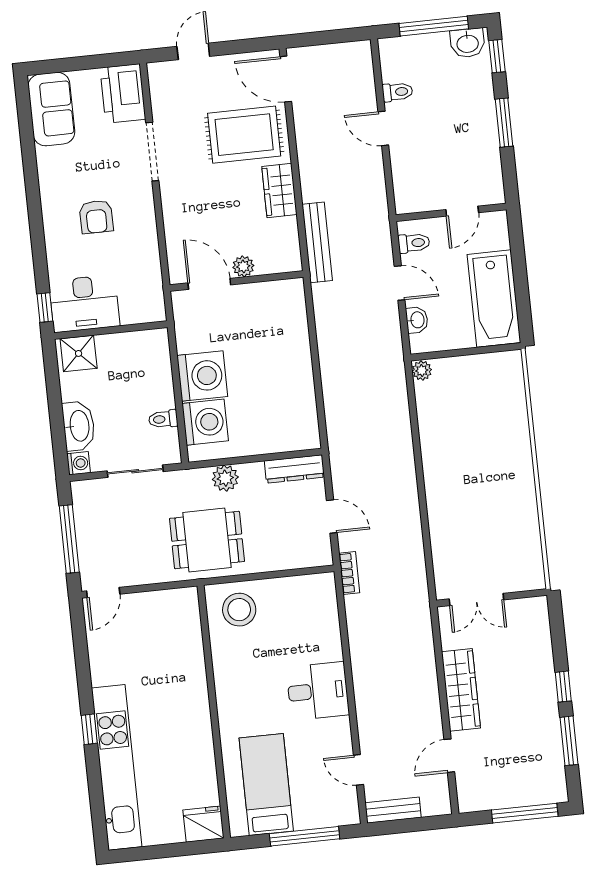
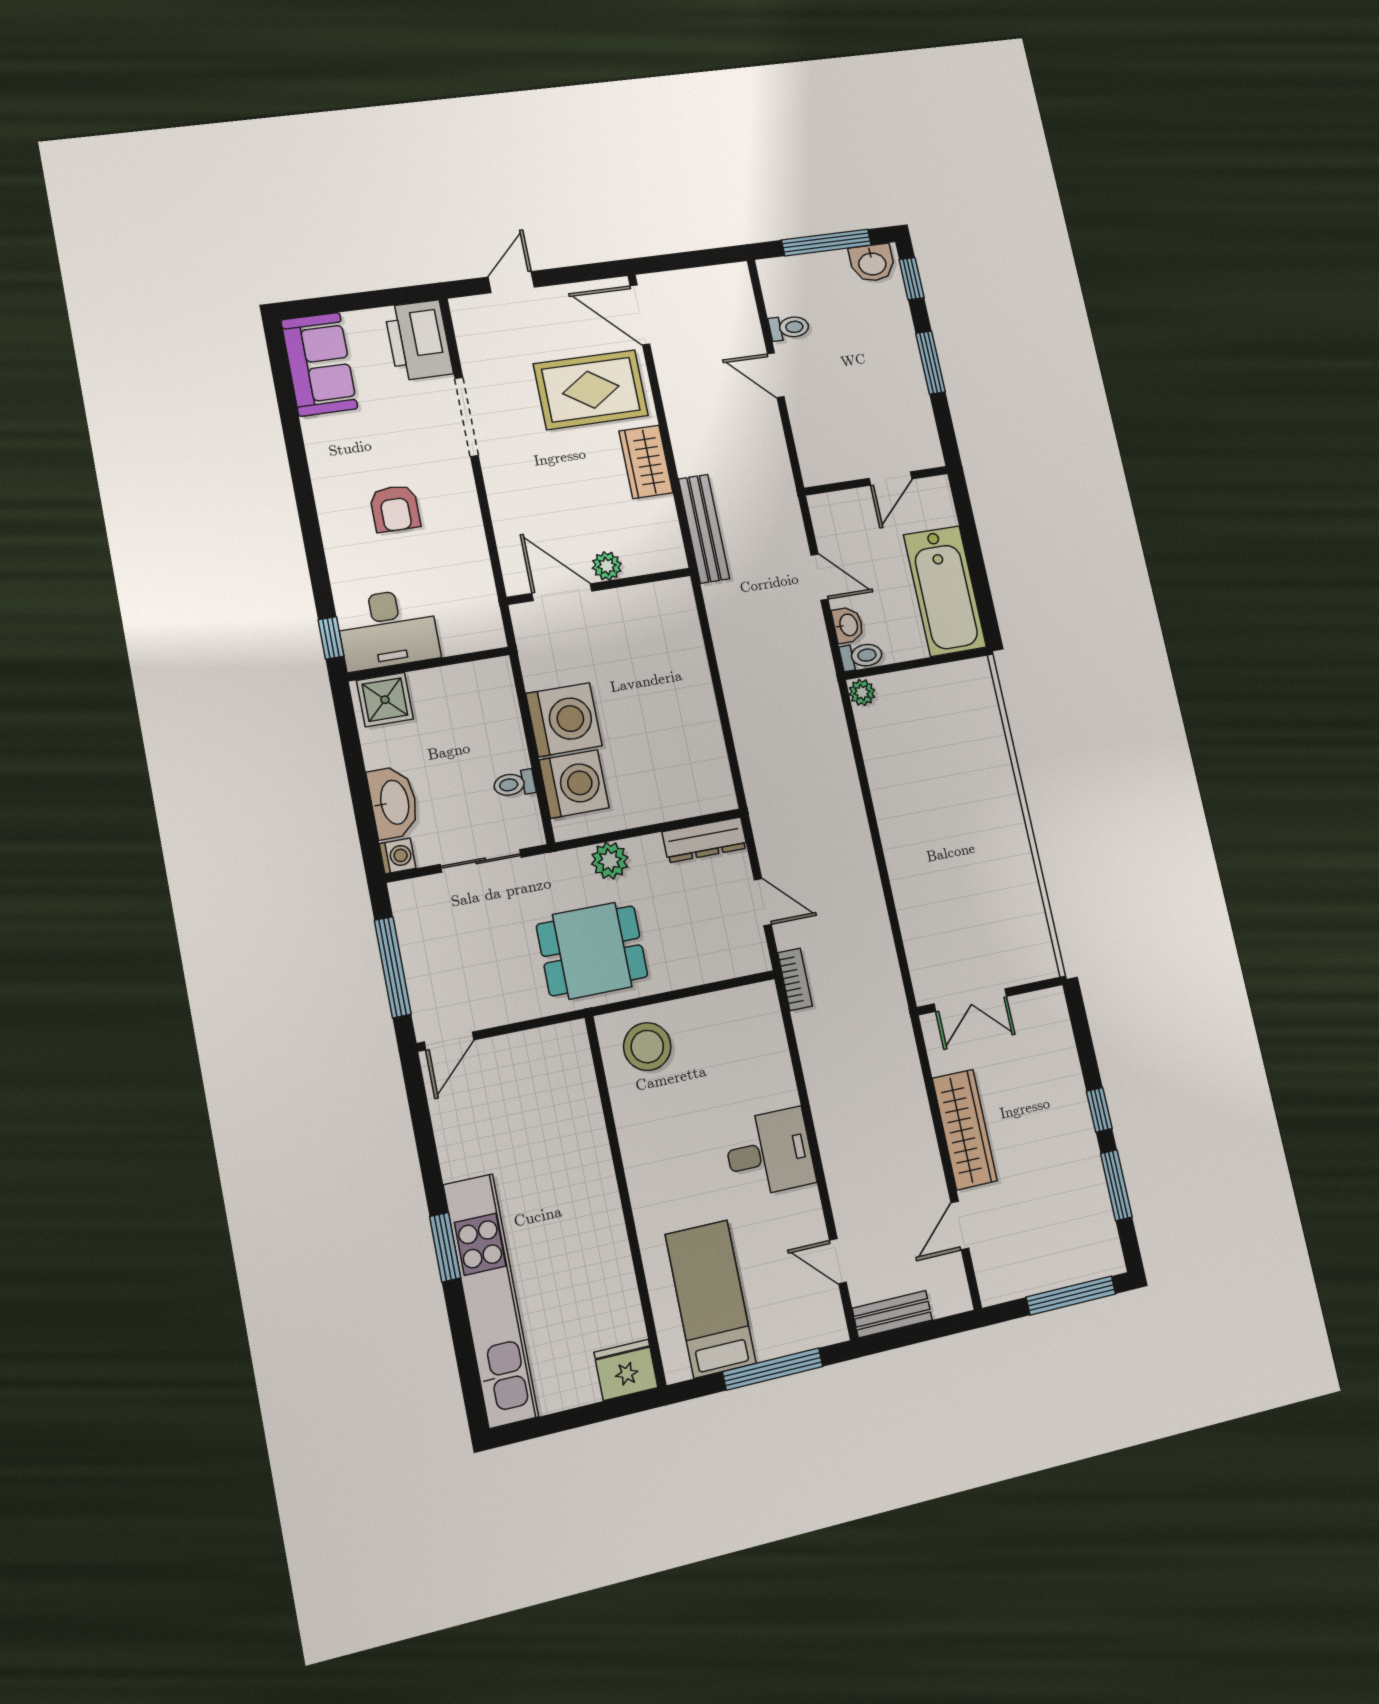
toilet: (414, 243) -> (861, 656), moved
window: (89, 729) -> (445, 1247), width x1.50

